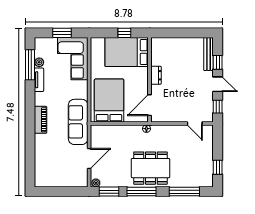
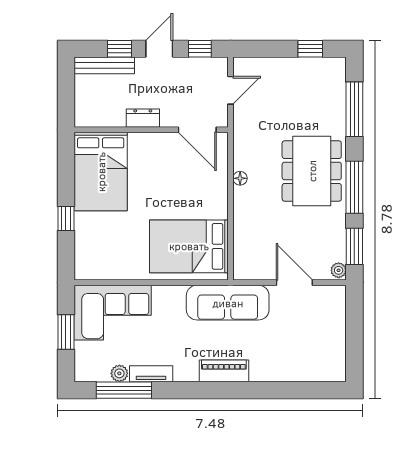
bed: (127, 52) -> (101, 172), moved
dresser: (156, 75) -> (143, 118), moved
wall: (150, 80) -> (151, 130), moved
door: (150, 105) -> (197, 130), moved

